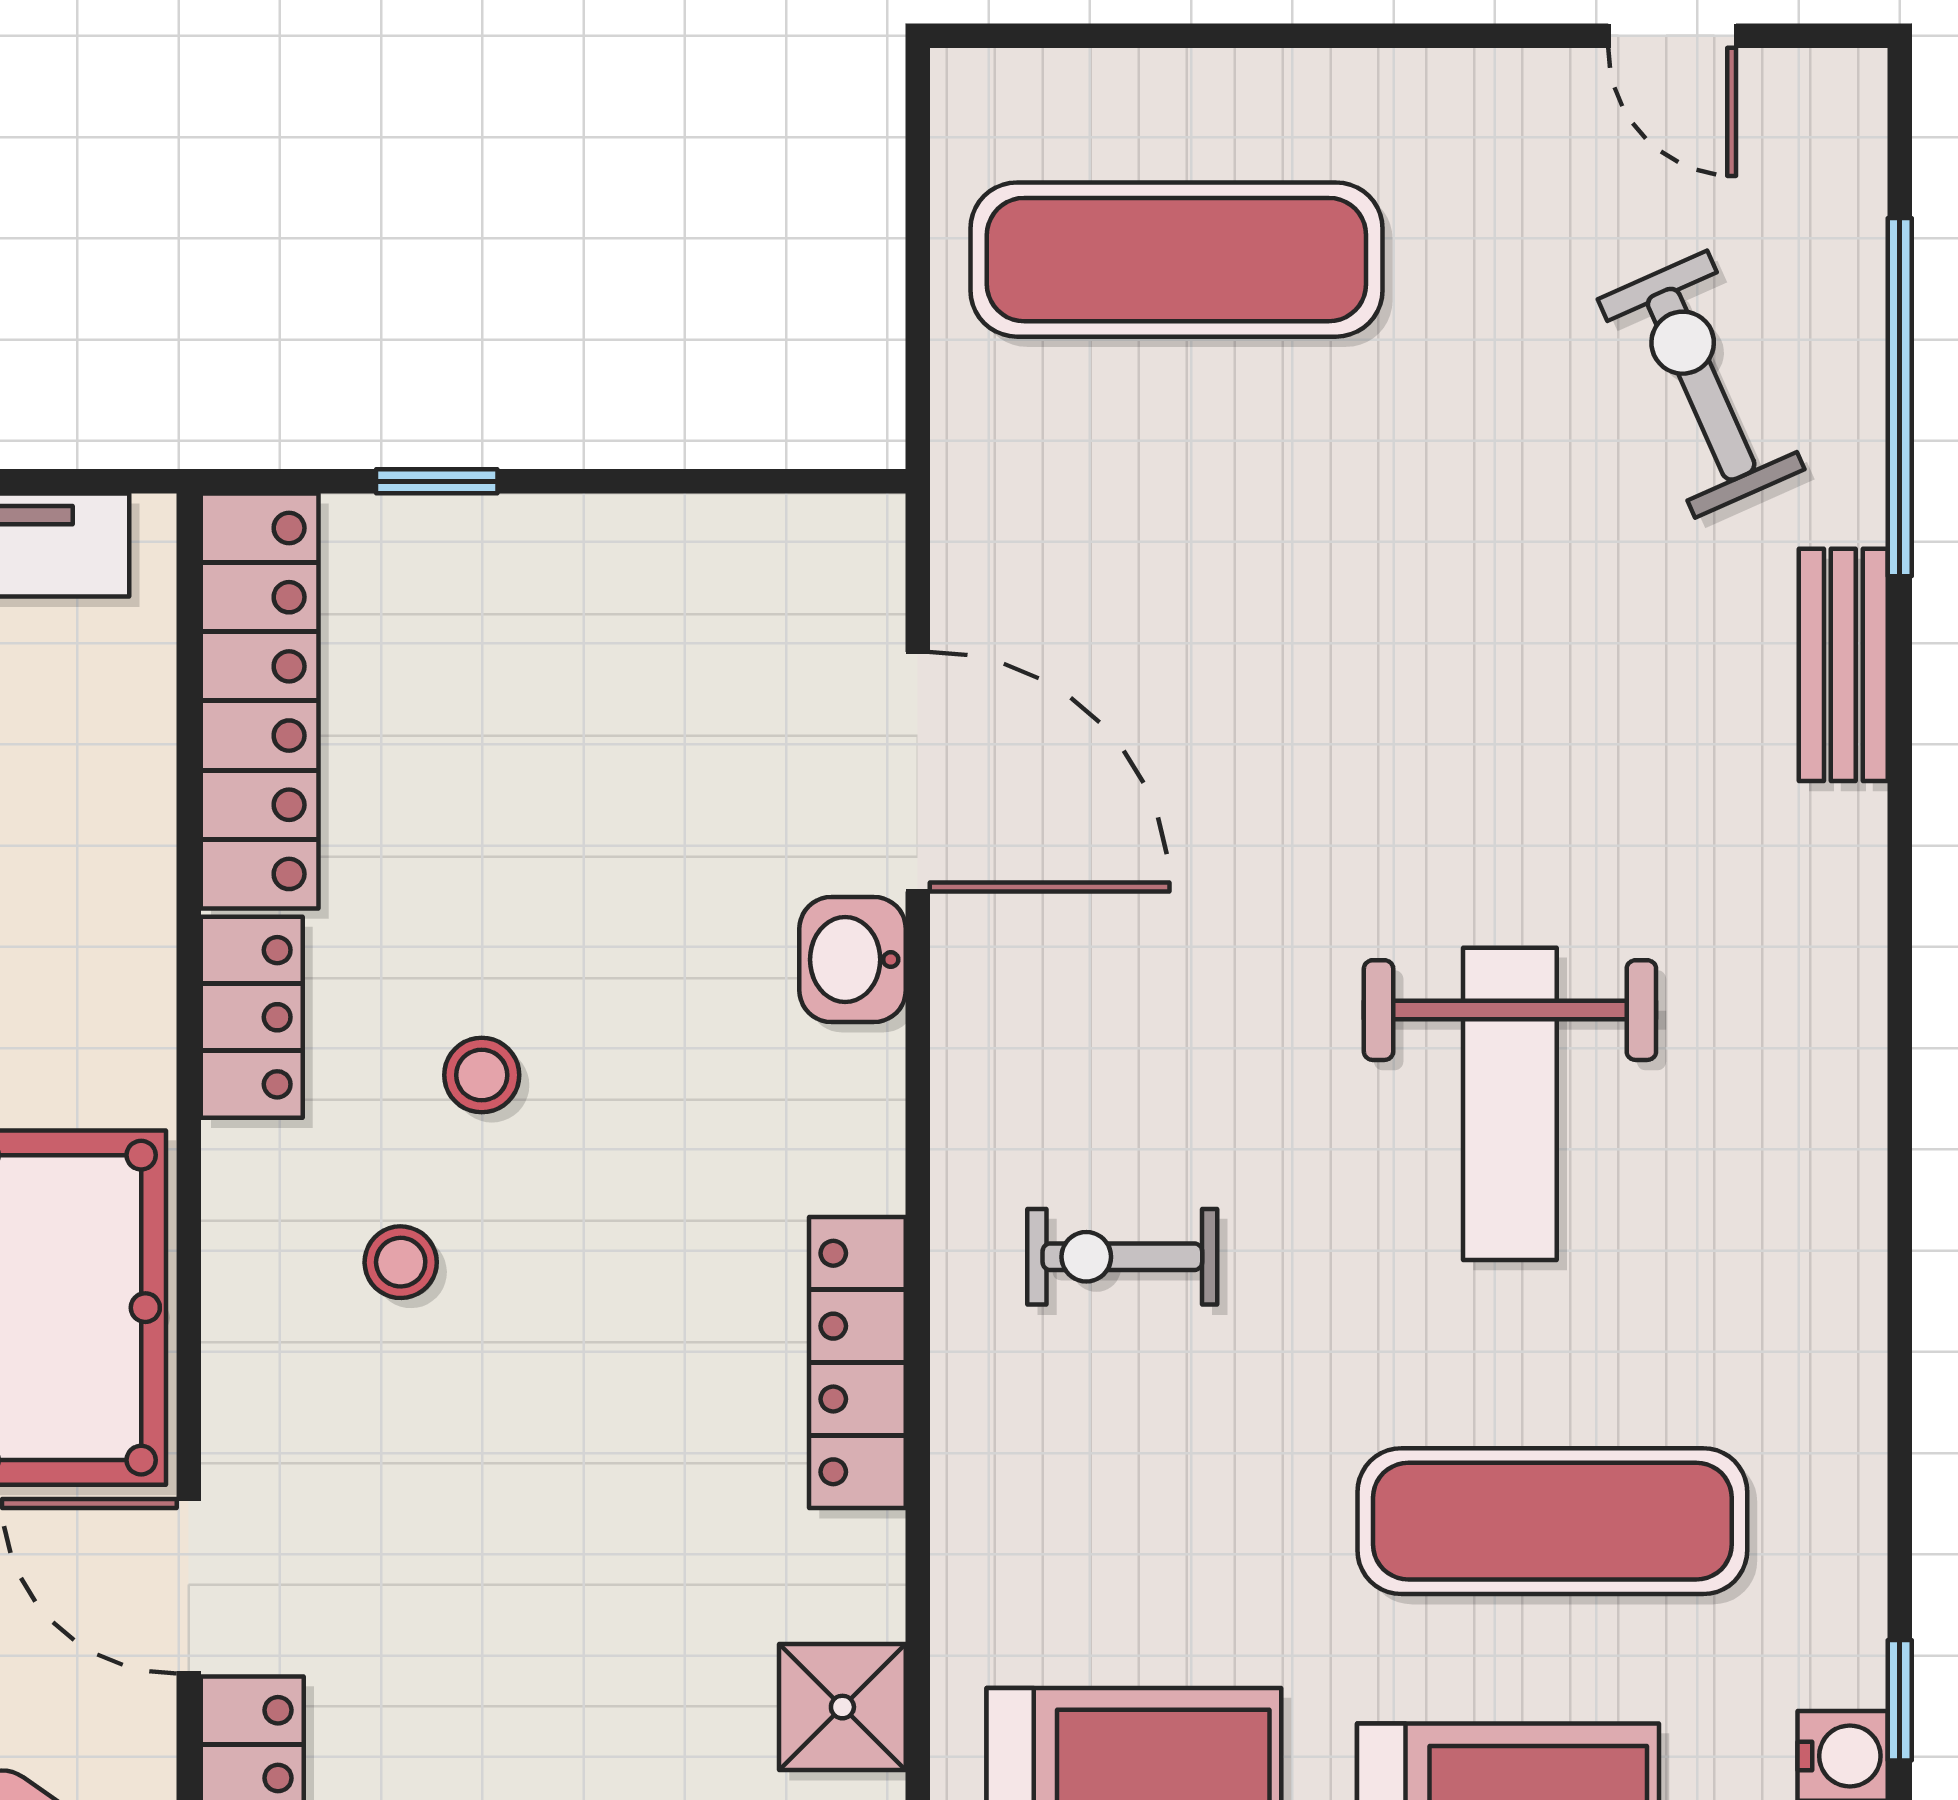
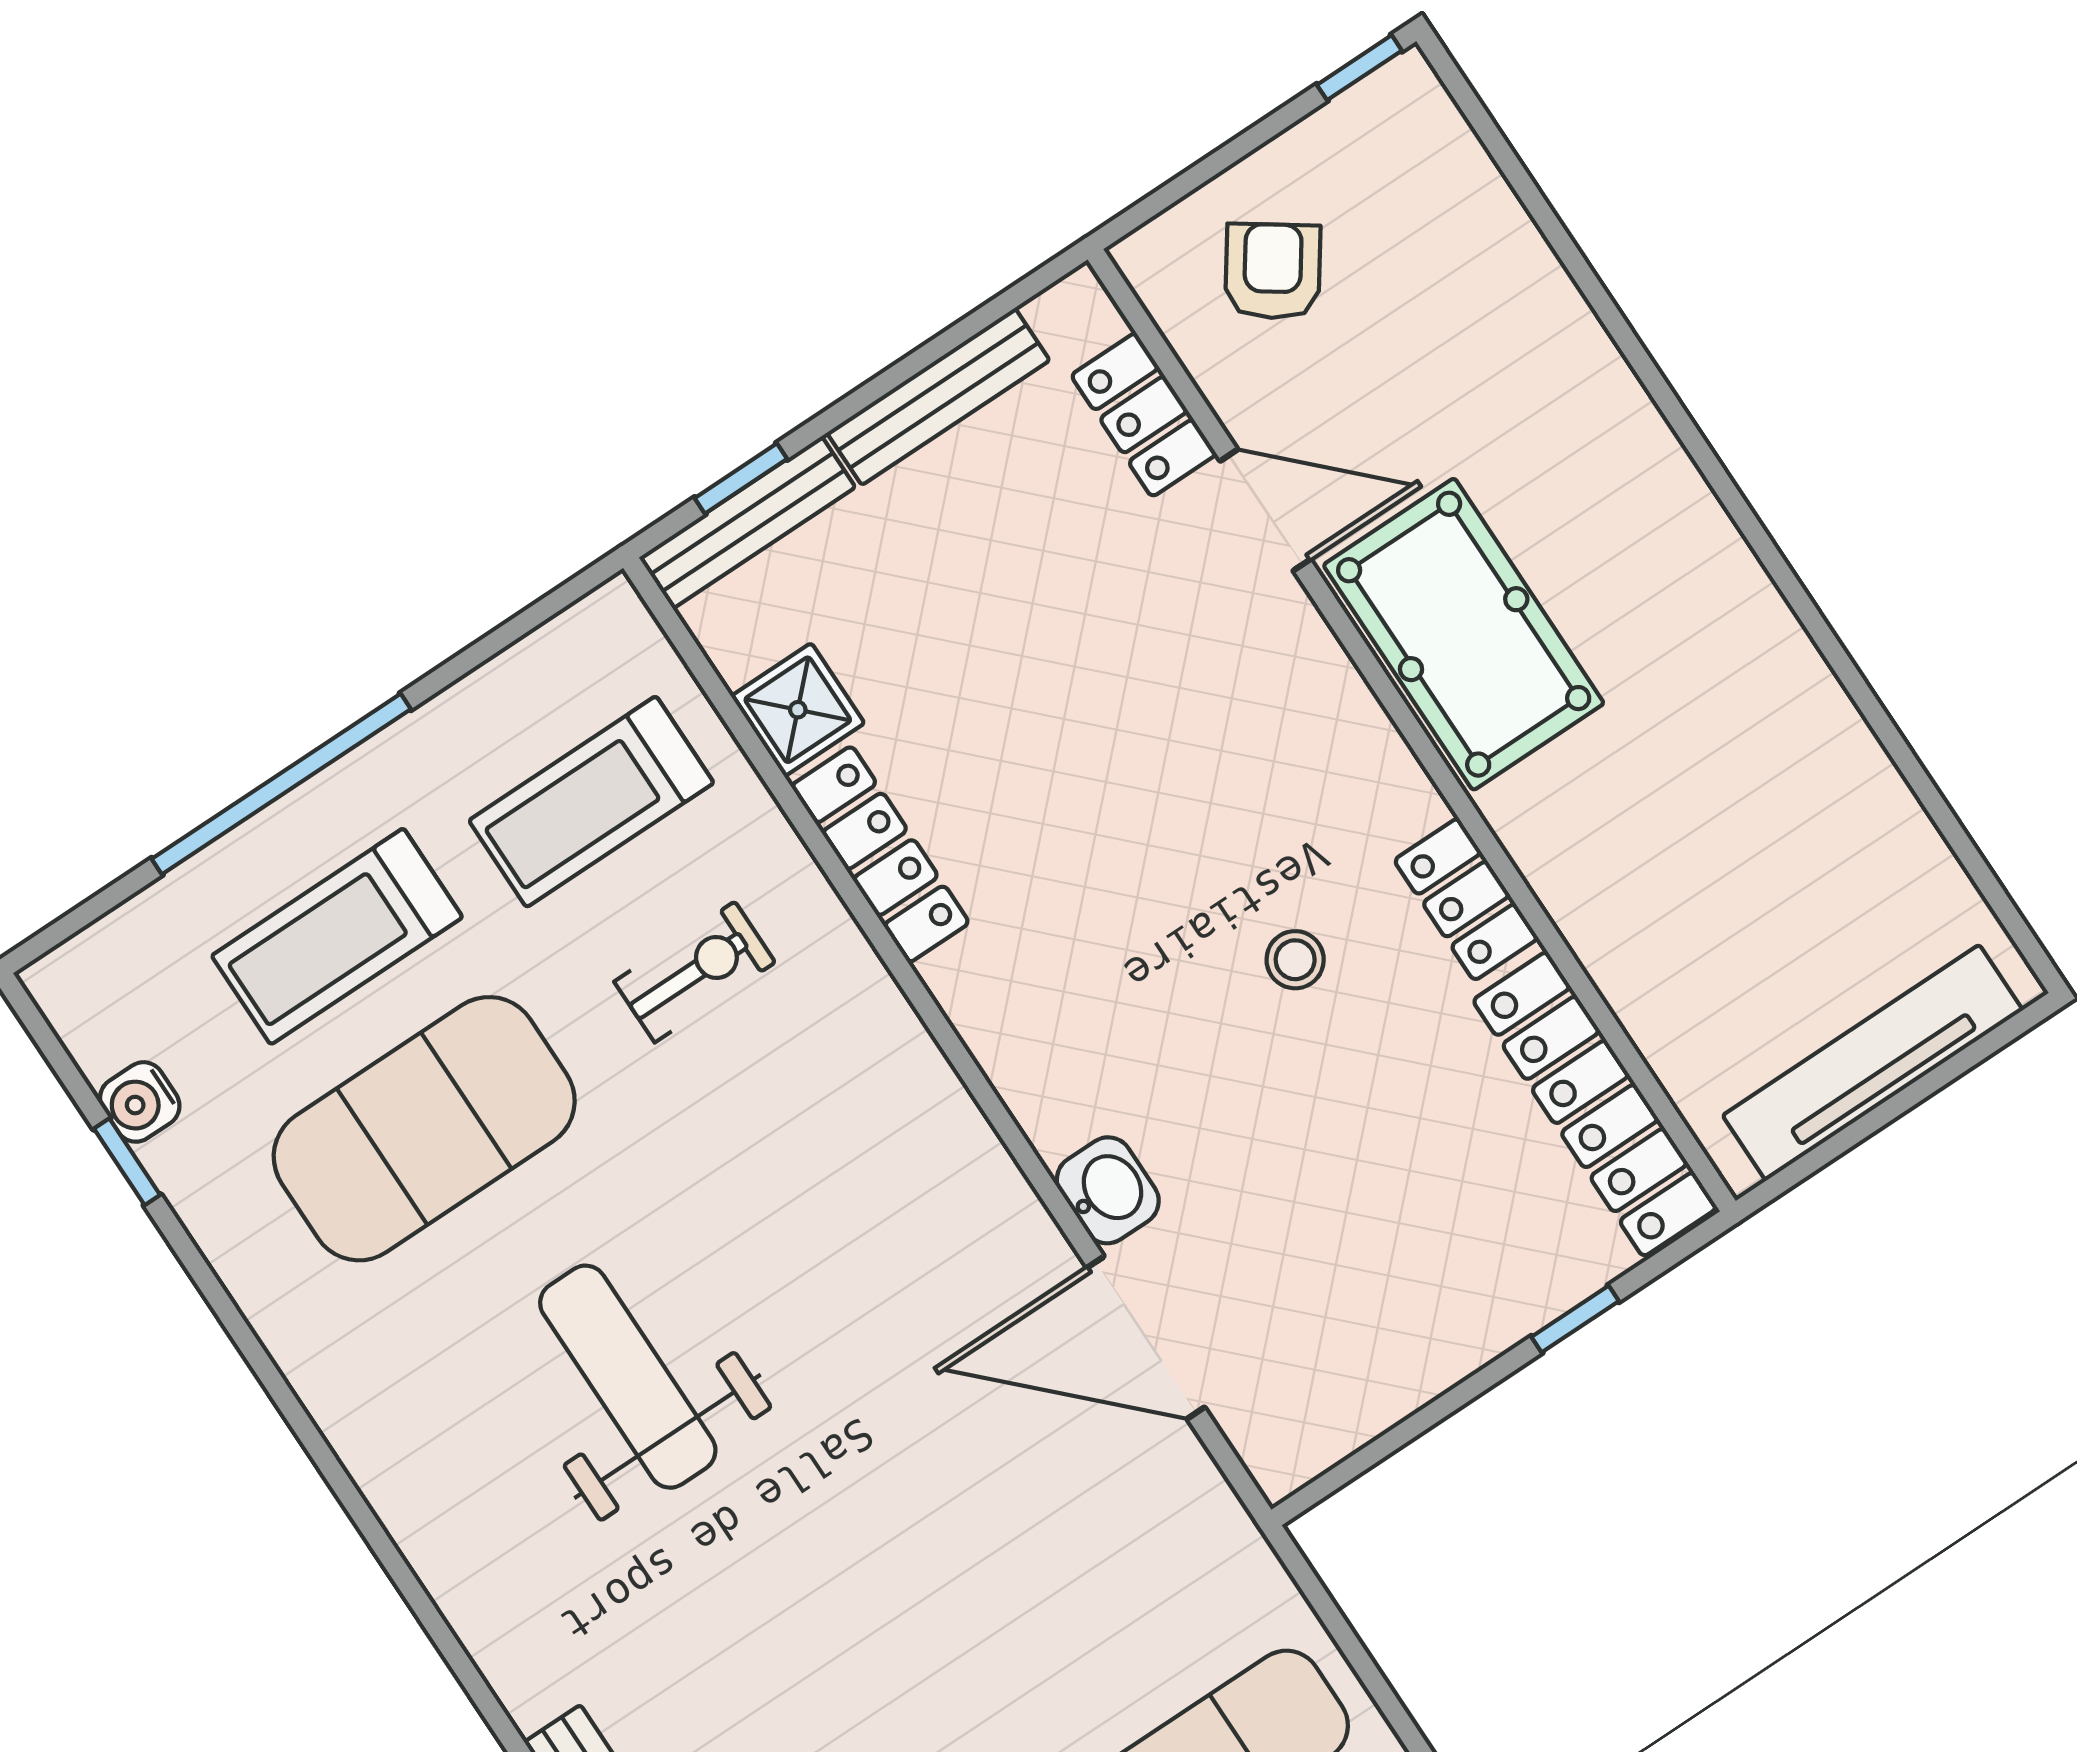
exercise bike: (1122, 1257) -> (695, 972), moved
stool: (401, 1262) -> (1268, 806), removed
locker: (857, 1363) -> (880, 854), moved
exercise mat: (1552, 1521) -> (424, 1129), width x1.47

